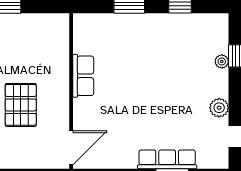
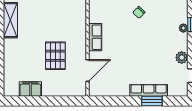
chair: (152, 37) -> (139, 12), added
door: (71, 148) -> (87, 71), moved

